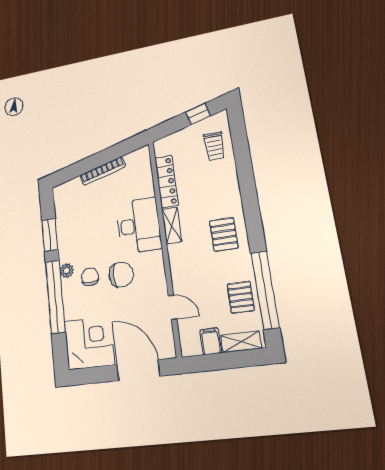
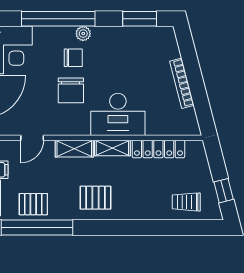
window: (50, 235) -> (140, 19), moved
shelving: (177, 263) -> (74, 149), added

